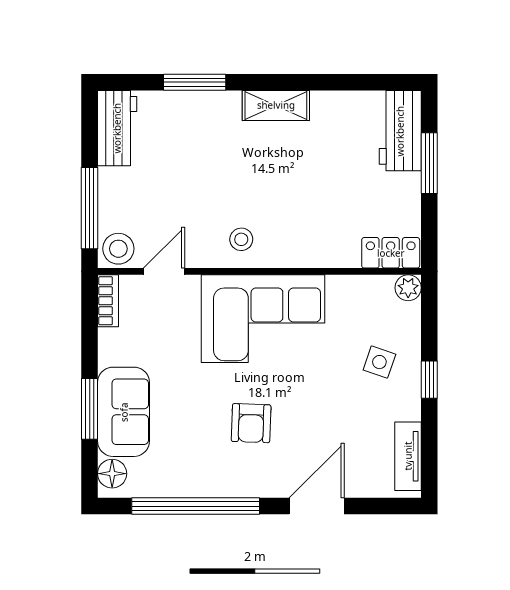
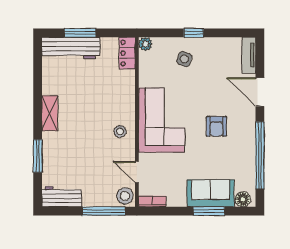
workbench: (400, 131) -> (71, 48), width x1.38
armchair: (251, 423) -> (216, 126), turned 88
tv unit: (408, 456) -> (249, 55), moved, turned 90

